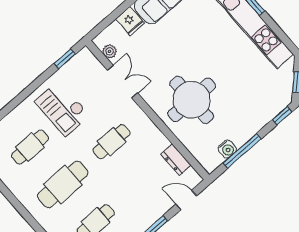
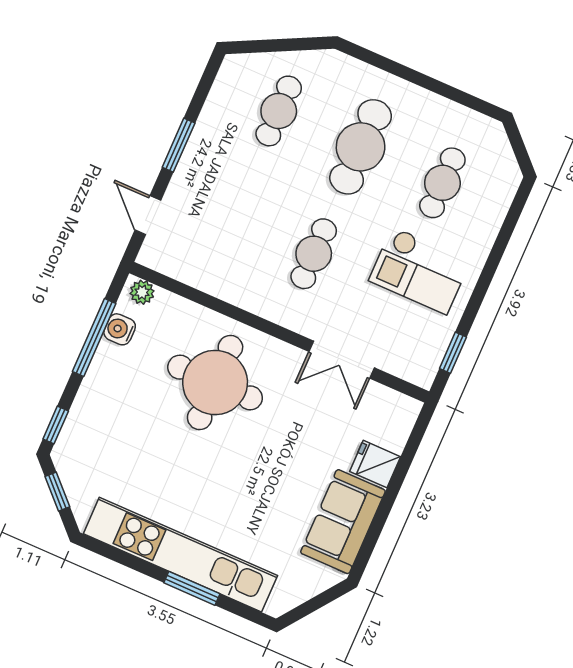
plant: (110, 51) -> (142, 292), moved
checkout: (62, 108) -> (419, 270), turned 180
dresser: (176, 160) -> (195, 273), removed
door: (186, 200) -> (148, 215), swing flipped

